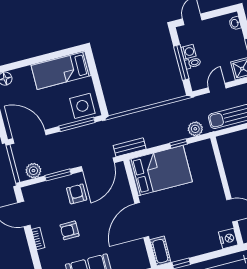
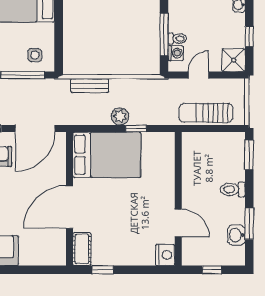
washing machine: (188, 52) -> (176, 53), moved
side table: (82, 106) -> (35, 55), width x0.54, depth x0.54
plant: (195, 129) -> (120, 116), moved
bench: (130, 147) -> (90, 86), moved

